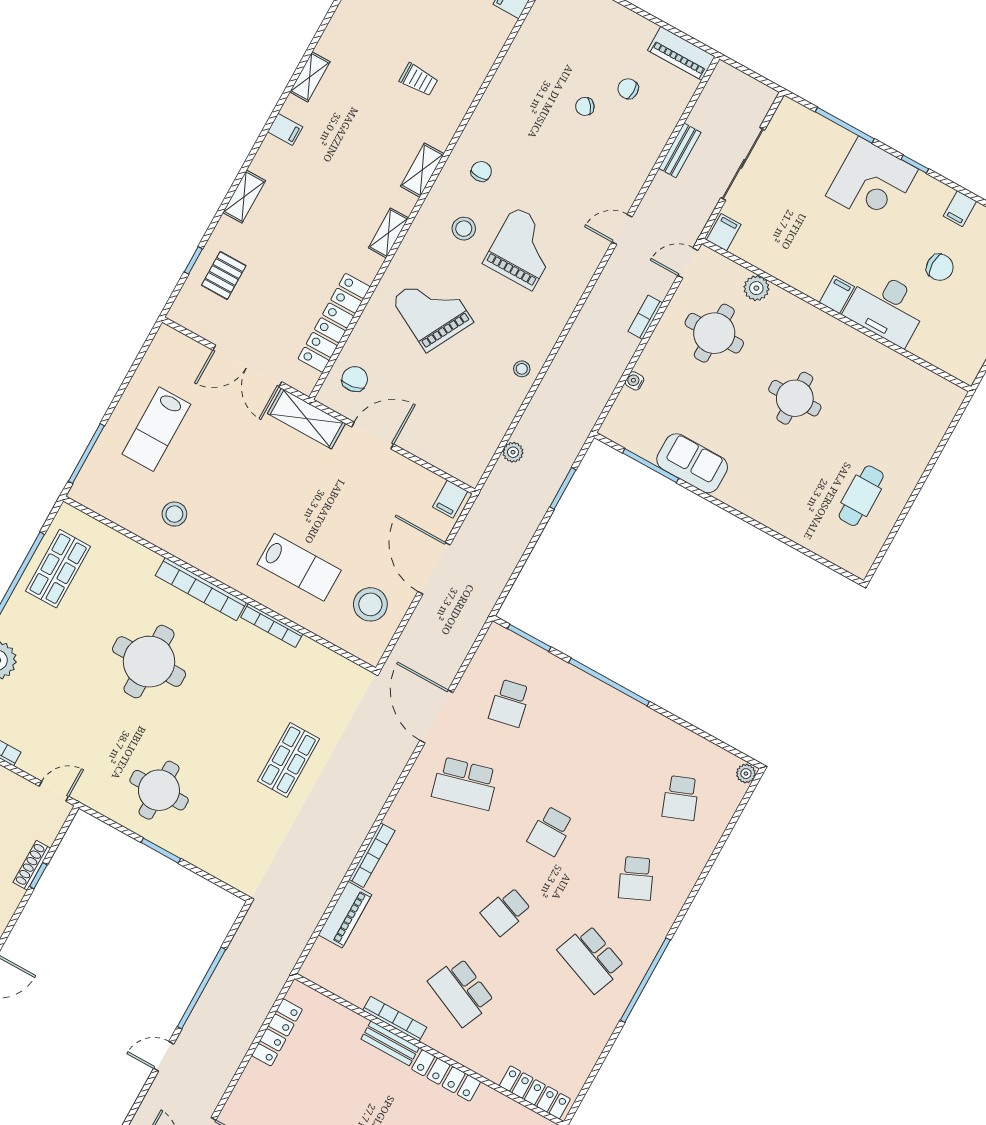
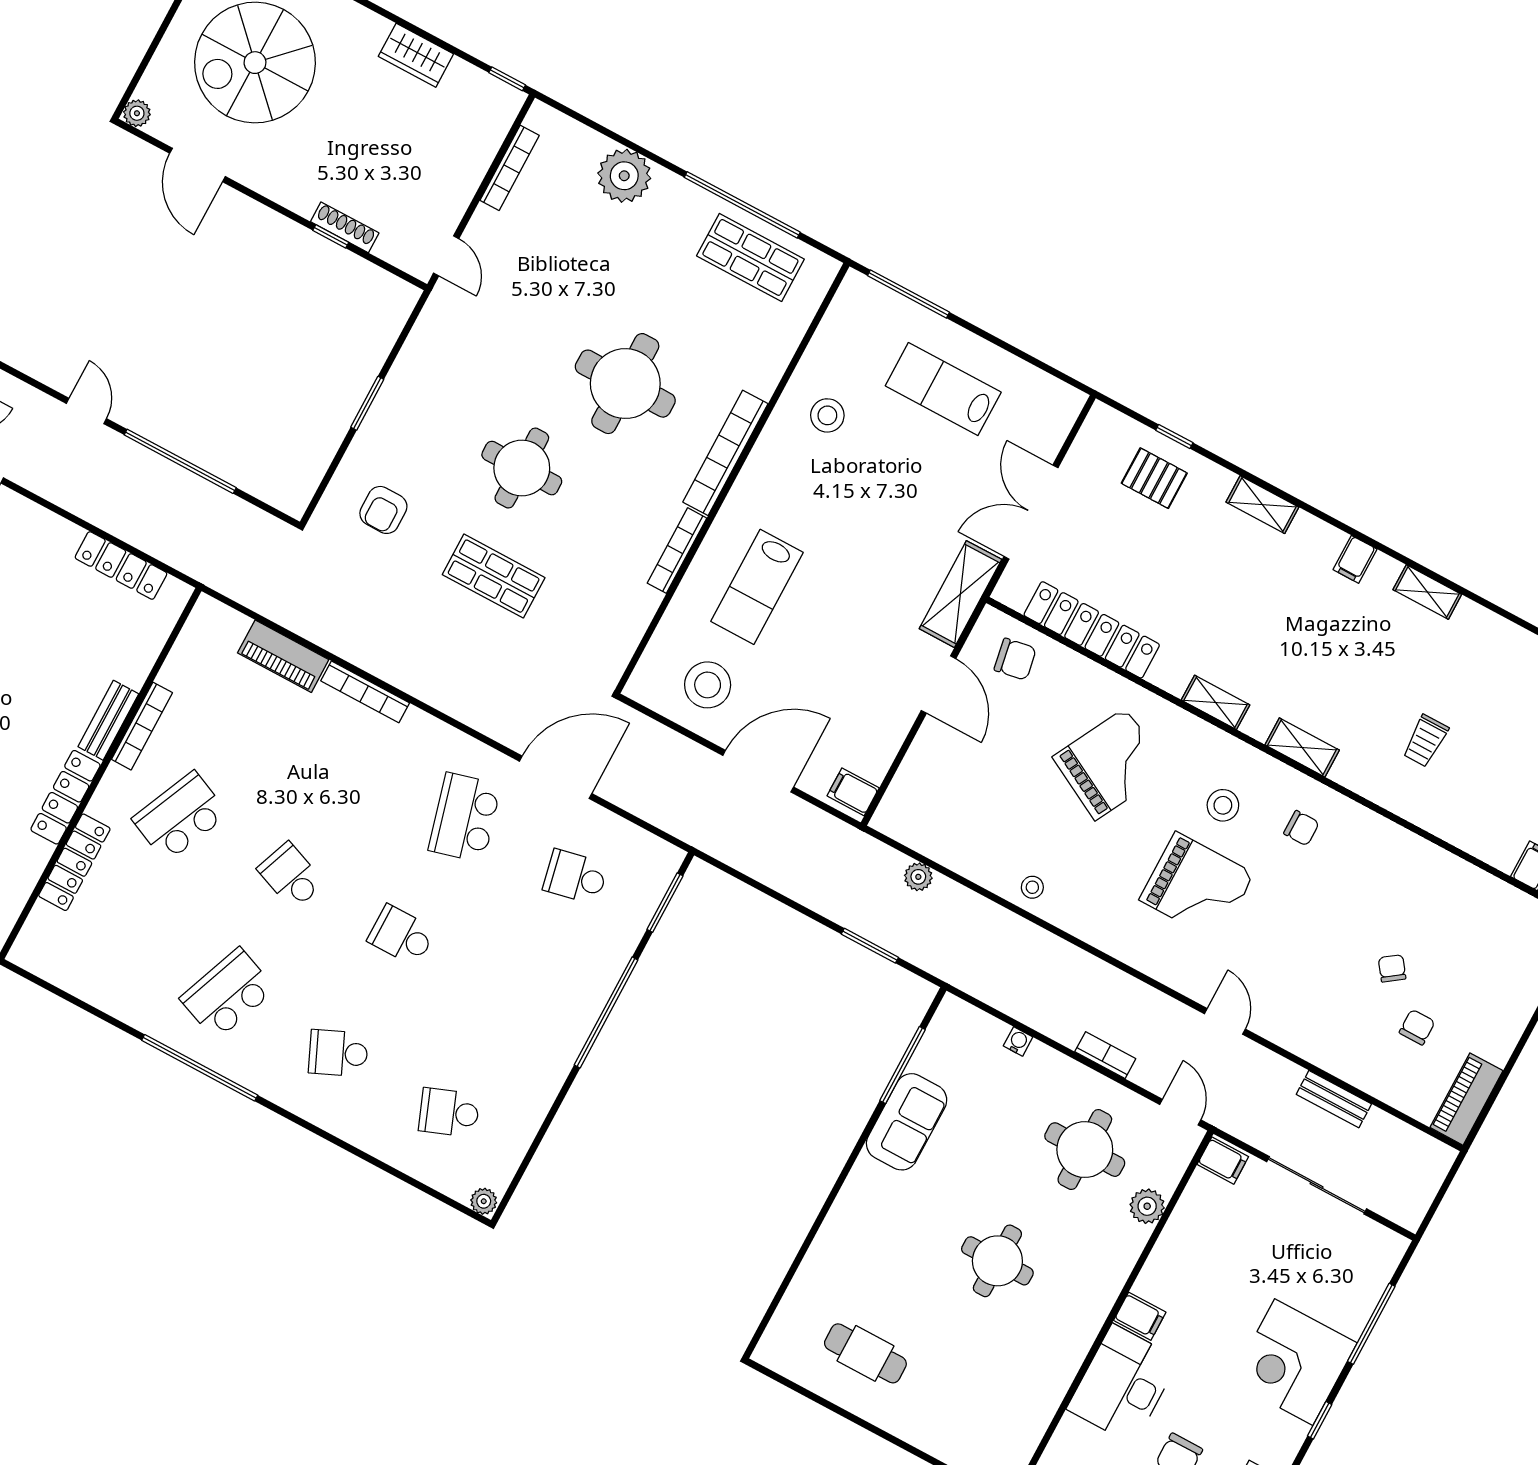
round table: (159, 790) -> (522, 468), moved
armchair: (239, 840) -> (383, 510), added
locker: (535, 1092) -> (74, 862), moved

